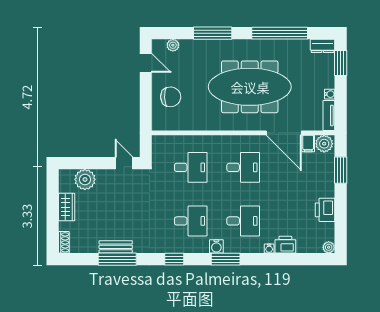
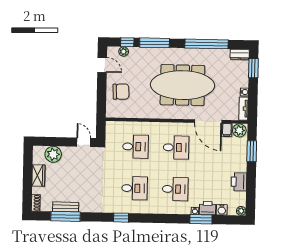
window: (177, 33) -> (127, 42), added
water cooler: (216, 246) -> (222, 210), moved
bench: (116, 247) -> (66, 207), moved
window: (117, 259) -> (65, 216), moved
window: (226, 259) -> (201, 219), moved

